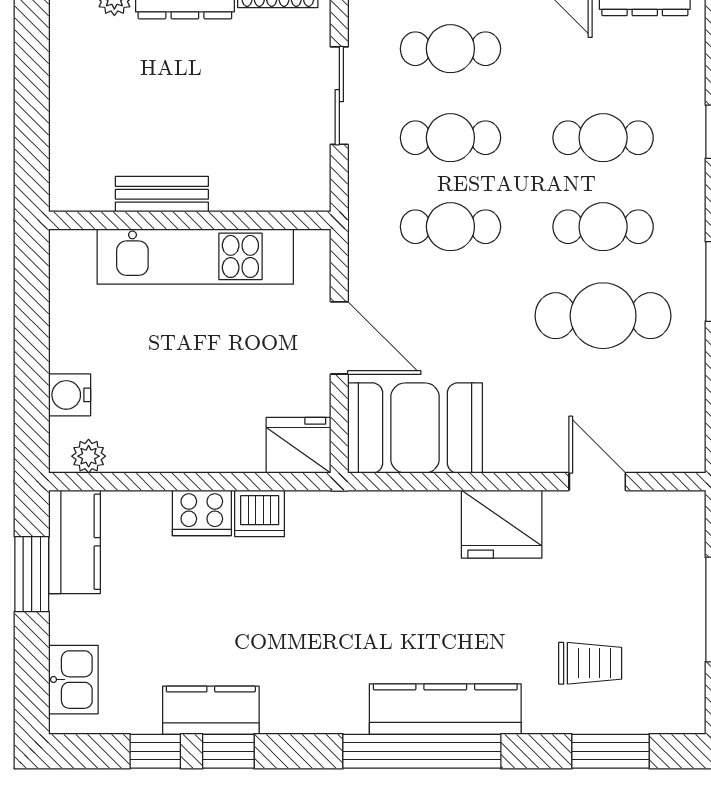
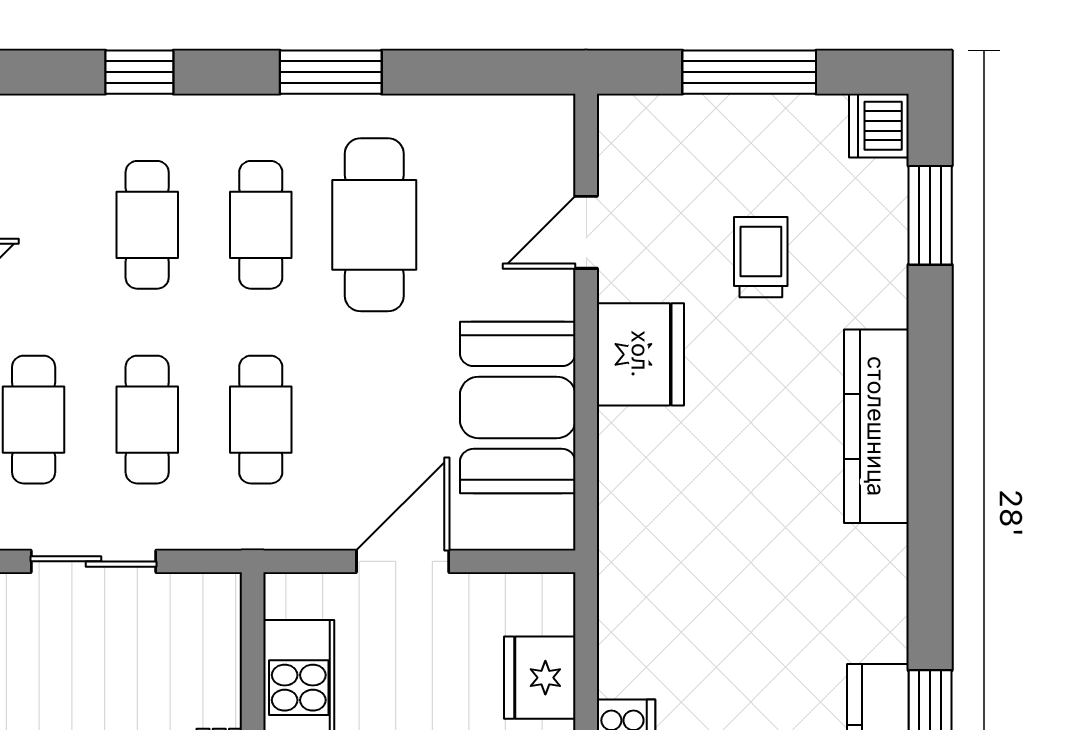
booth: (415, 428) -> (518, 407), moved
fridge: (298, 445) -> (540, 678), moved
dishwasher: (260, 513) -> (879, 126), moved, turned 180
trolley: (590, 663) -> (761, 257), moved
window: (422, 751) -> (930, 456), removed

